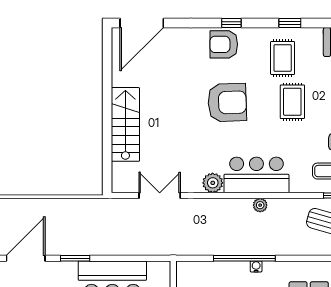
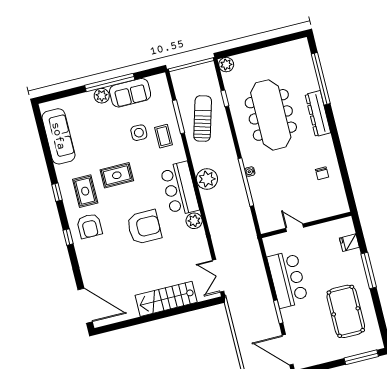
armchair: (224, 44) -> (89, 226), moved
rug: (283, 58) -> (85, 191), turned 90
armchair: (227, 103) -> (144, 227), moved, turned 92
double door: (160, 195) -> (218, 276), moved
plant: (260, 205) -> (207, 179), width x1.88, depth x1.88

